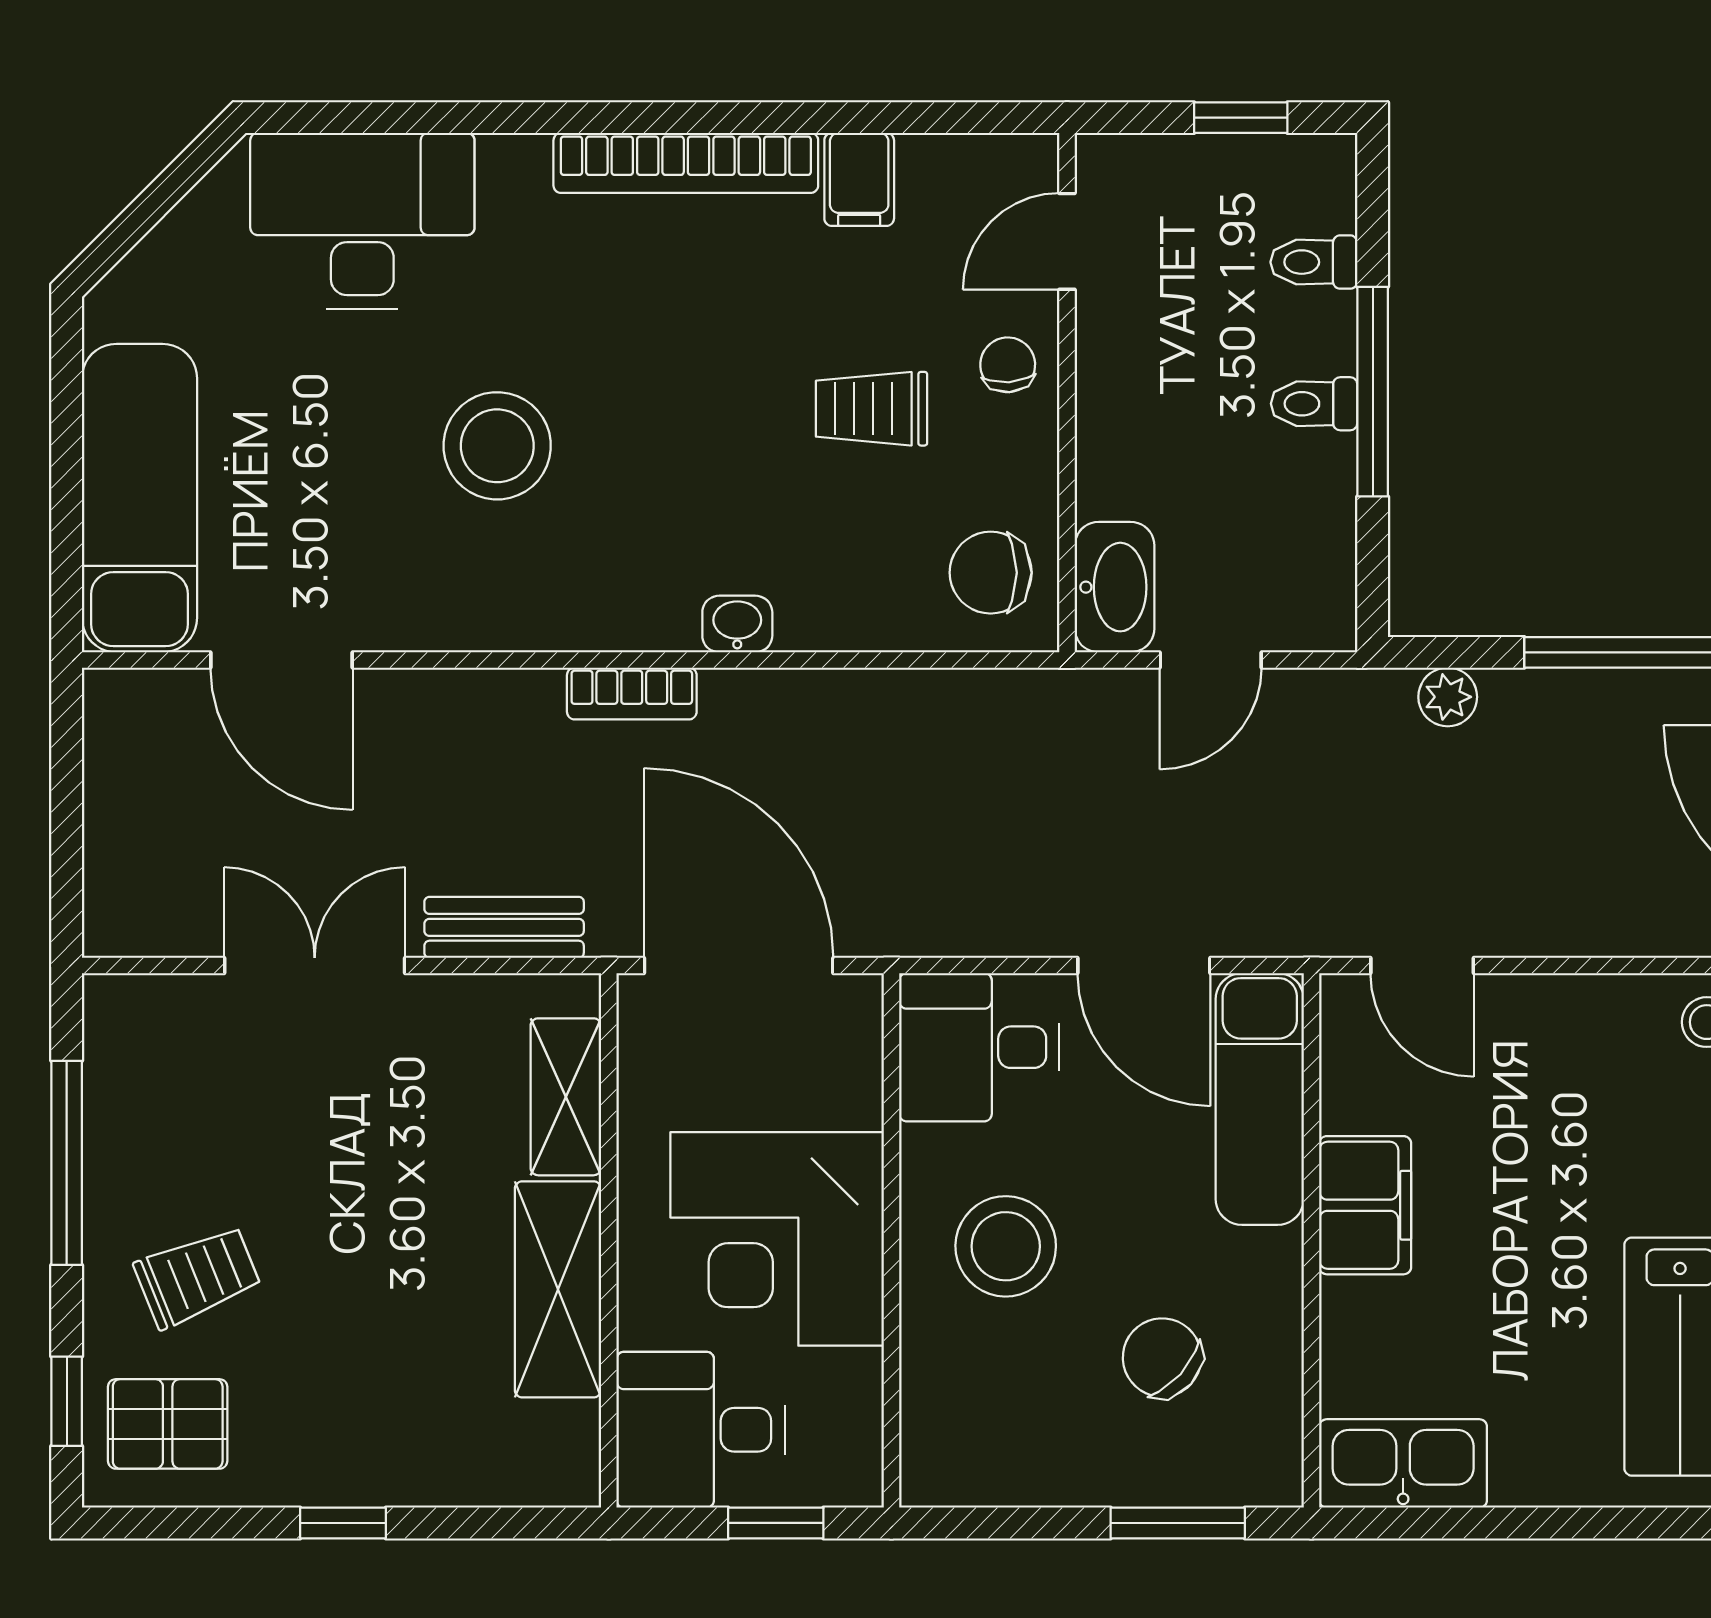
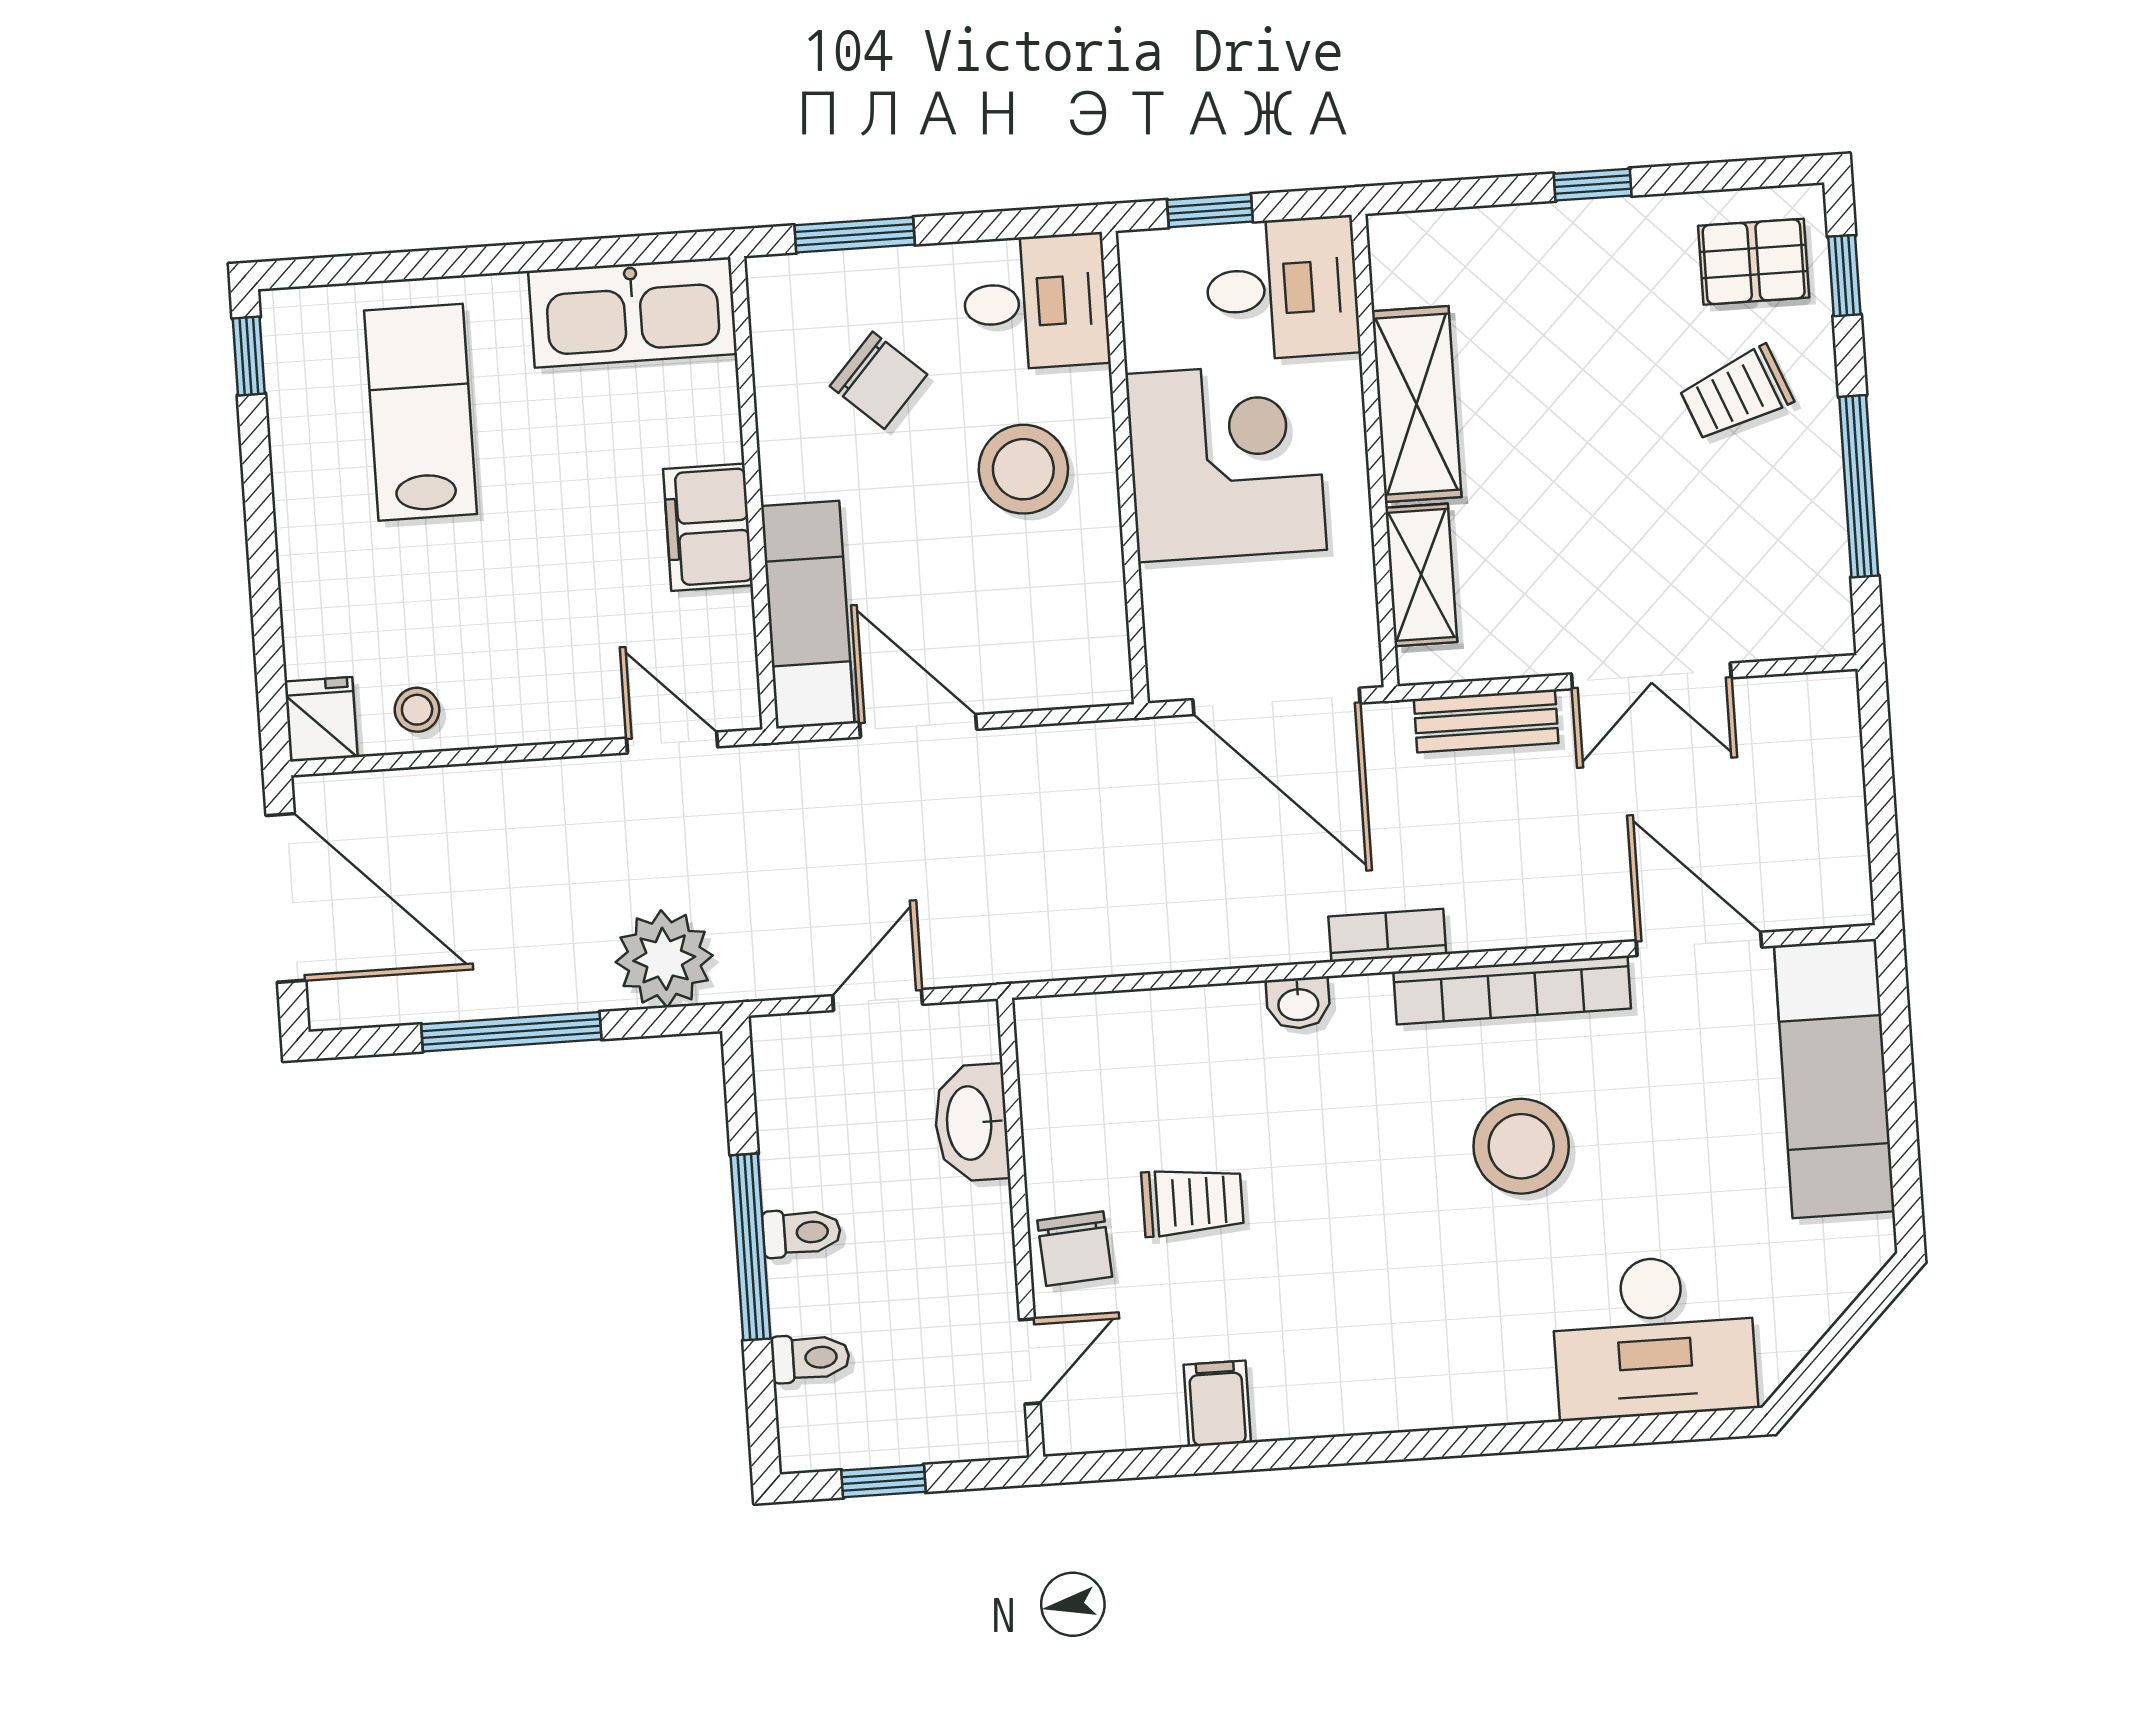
bookcase: (686, 163) -> (1512, 990), moved, turned 180
chair: (1008, 365) -> (1075, 1249), width x1.37, depth x1.37
chair: (991, 573) -> (1077, 1064), removed
washbasin: (1115, 587) -> (971, 1123), moved
plant: (1448, 697) -> (664, 959), width x1.88, depth x1.88
desk: (979, 1047) -> (1036, 302), moved
kitchen sink: (1403, 1463) -> (633, 312), width x1.36, depth x1.24

